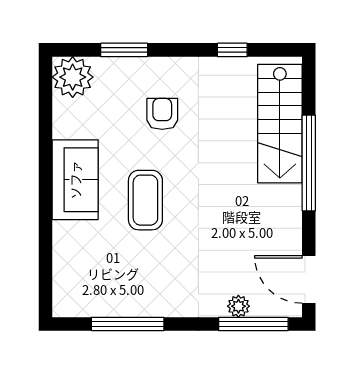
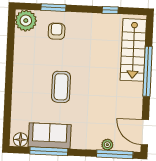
armchair: (162, 114) -> (57, 31), moved
sofa: (75, 180) -> (50, 136), moved, turned -90
floor lamp: (73, 304) -> (20, 140), added

